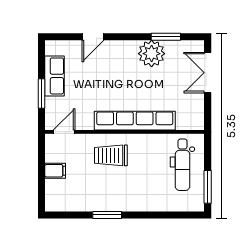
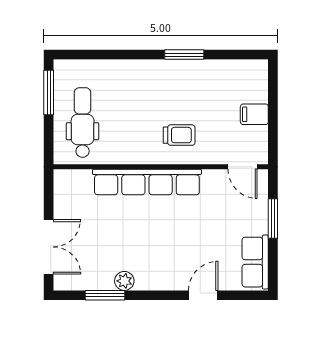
plant: (152, 54) -> (124, 281), width x0.53, depth x0.53
row of seats: (55, 76) -> (255, 262), moved
door: (64, 132) -> (243, 167), hinge flipped
trolley: (111, 155) -> (179, 135), width x0.73, depth x0.72

